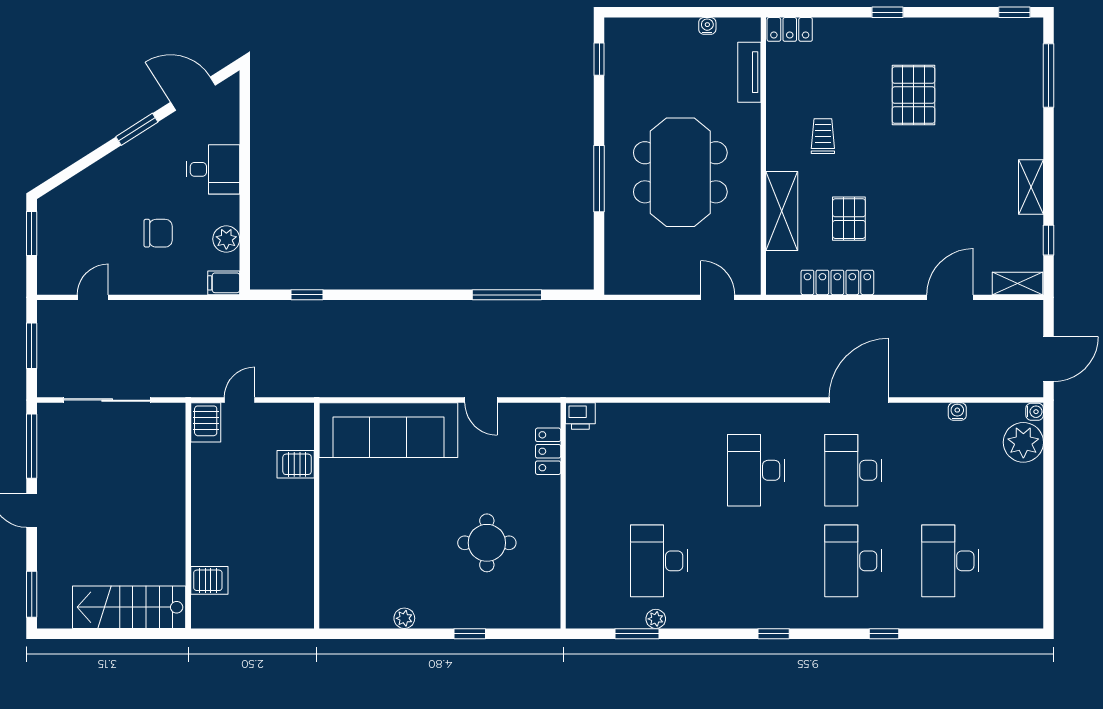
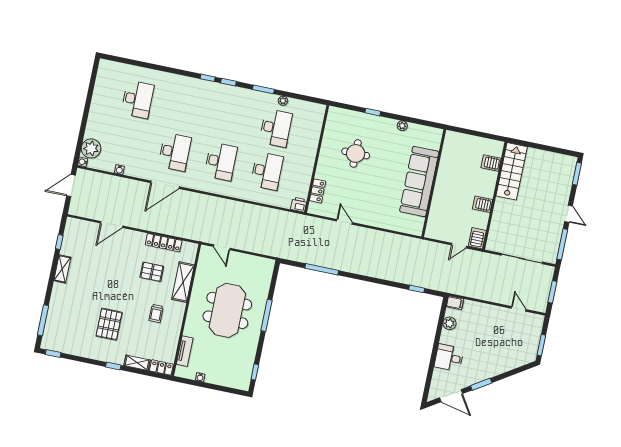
pallet: (849, 219) -> (152, 272), turned 90
chair: (158, 233) -> (481, 333), removed
shelving: (1018, 283) -> (137, 363), moved
door: (93, 297) -> (519, 309), swing flipped
sofa: (388, 430) -> (419, 182), moved, turned -90
server rack: (296, 464) -> (483, 204), moved, turned 180
desk: (853, 561) -> (267, 171), moved
stairs: (129, 607) -> (512, 171), moved, turned -90
window: (637, 634) -> (263, 89), moved
window: (884, 634) -> (208, 78), moved

